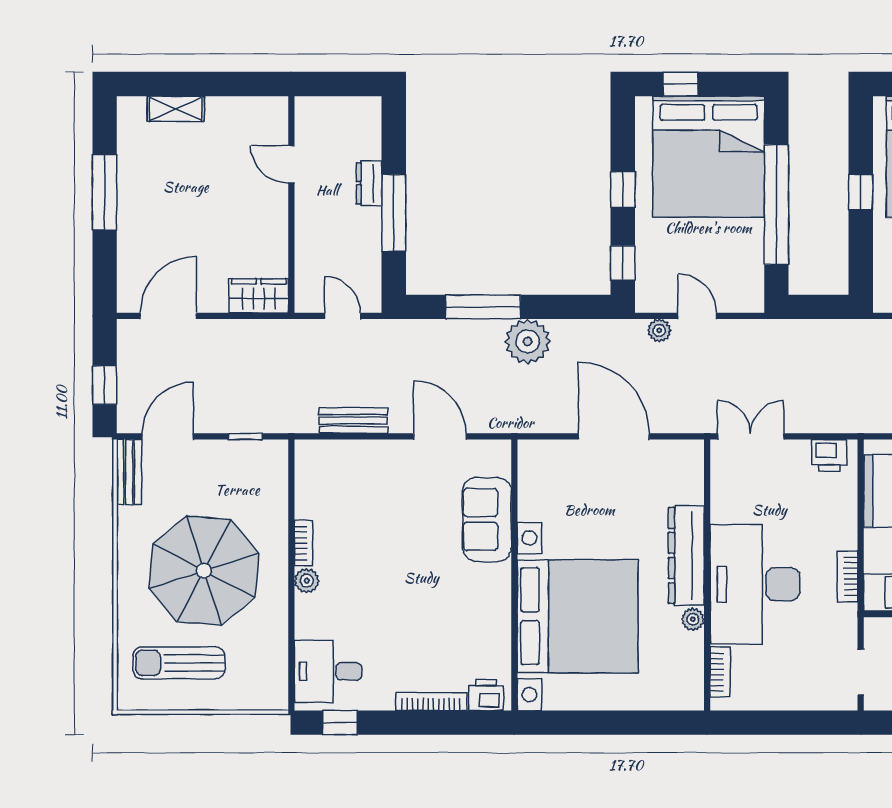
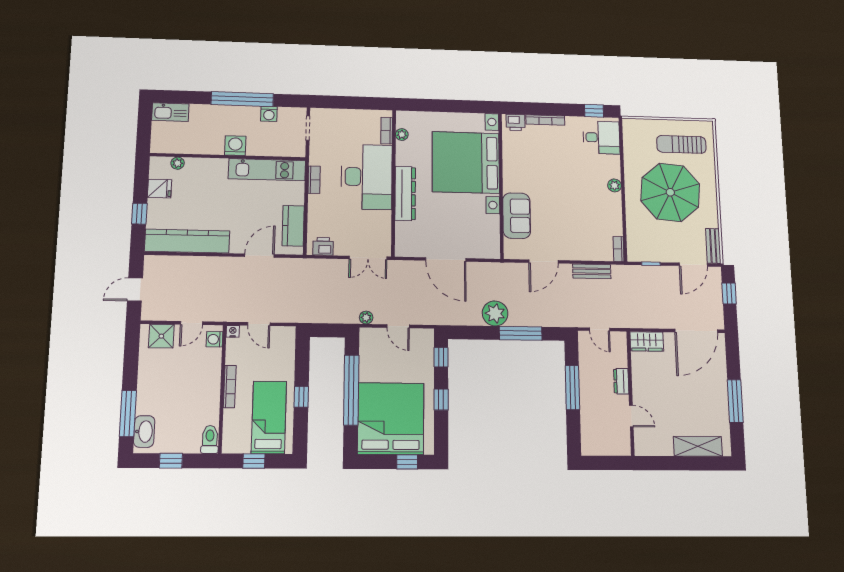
shelving: (176, 109) -> (698, 446), width x1.50, depth x1.33
dresser: (369, 183) -> (621, 381), moved, turned 180
door: (168, 316) -> (696, 331), width x1.36
plant: (659, 330) -> (366, 317), moved
door: (440, 436) -> (543, 262), hinge flipped
bookcase: (304, 543) -> (618, 249), moved
plant: (693, 619) -> (402, 135), moved
sun lounger: (179, 663) -> (681, 144), turned 180

